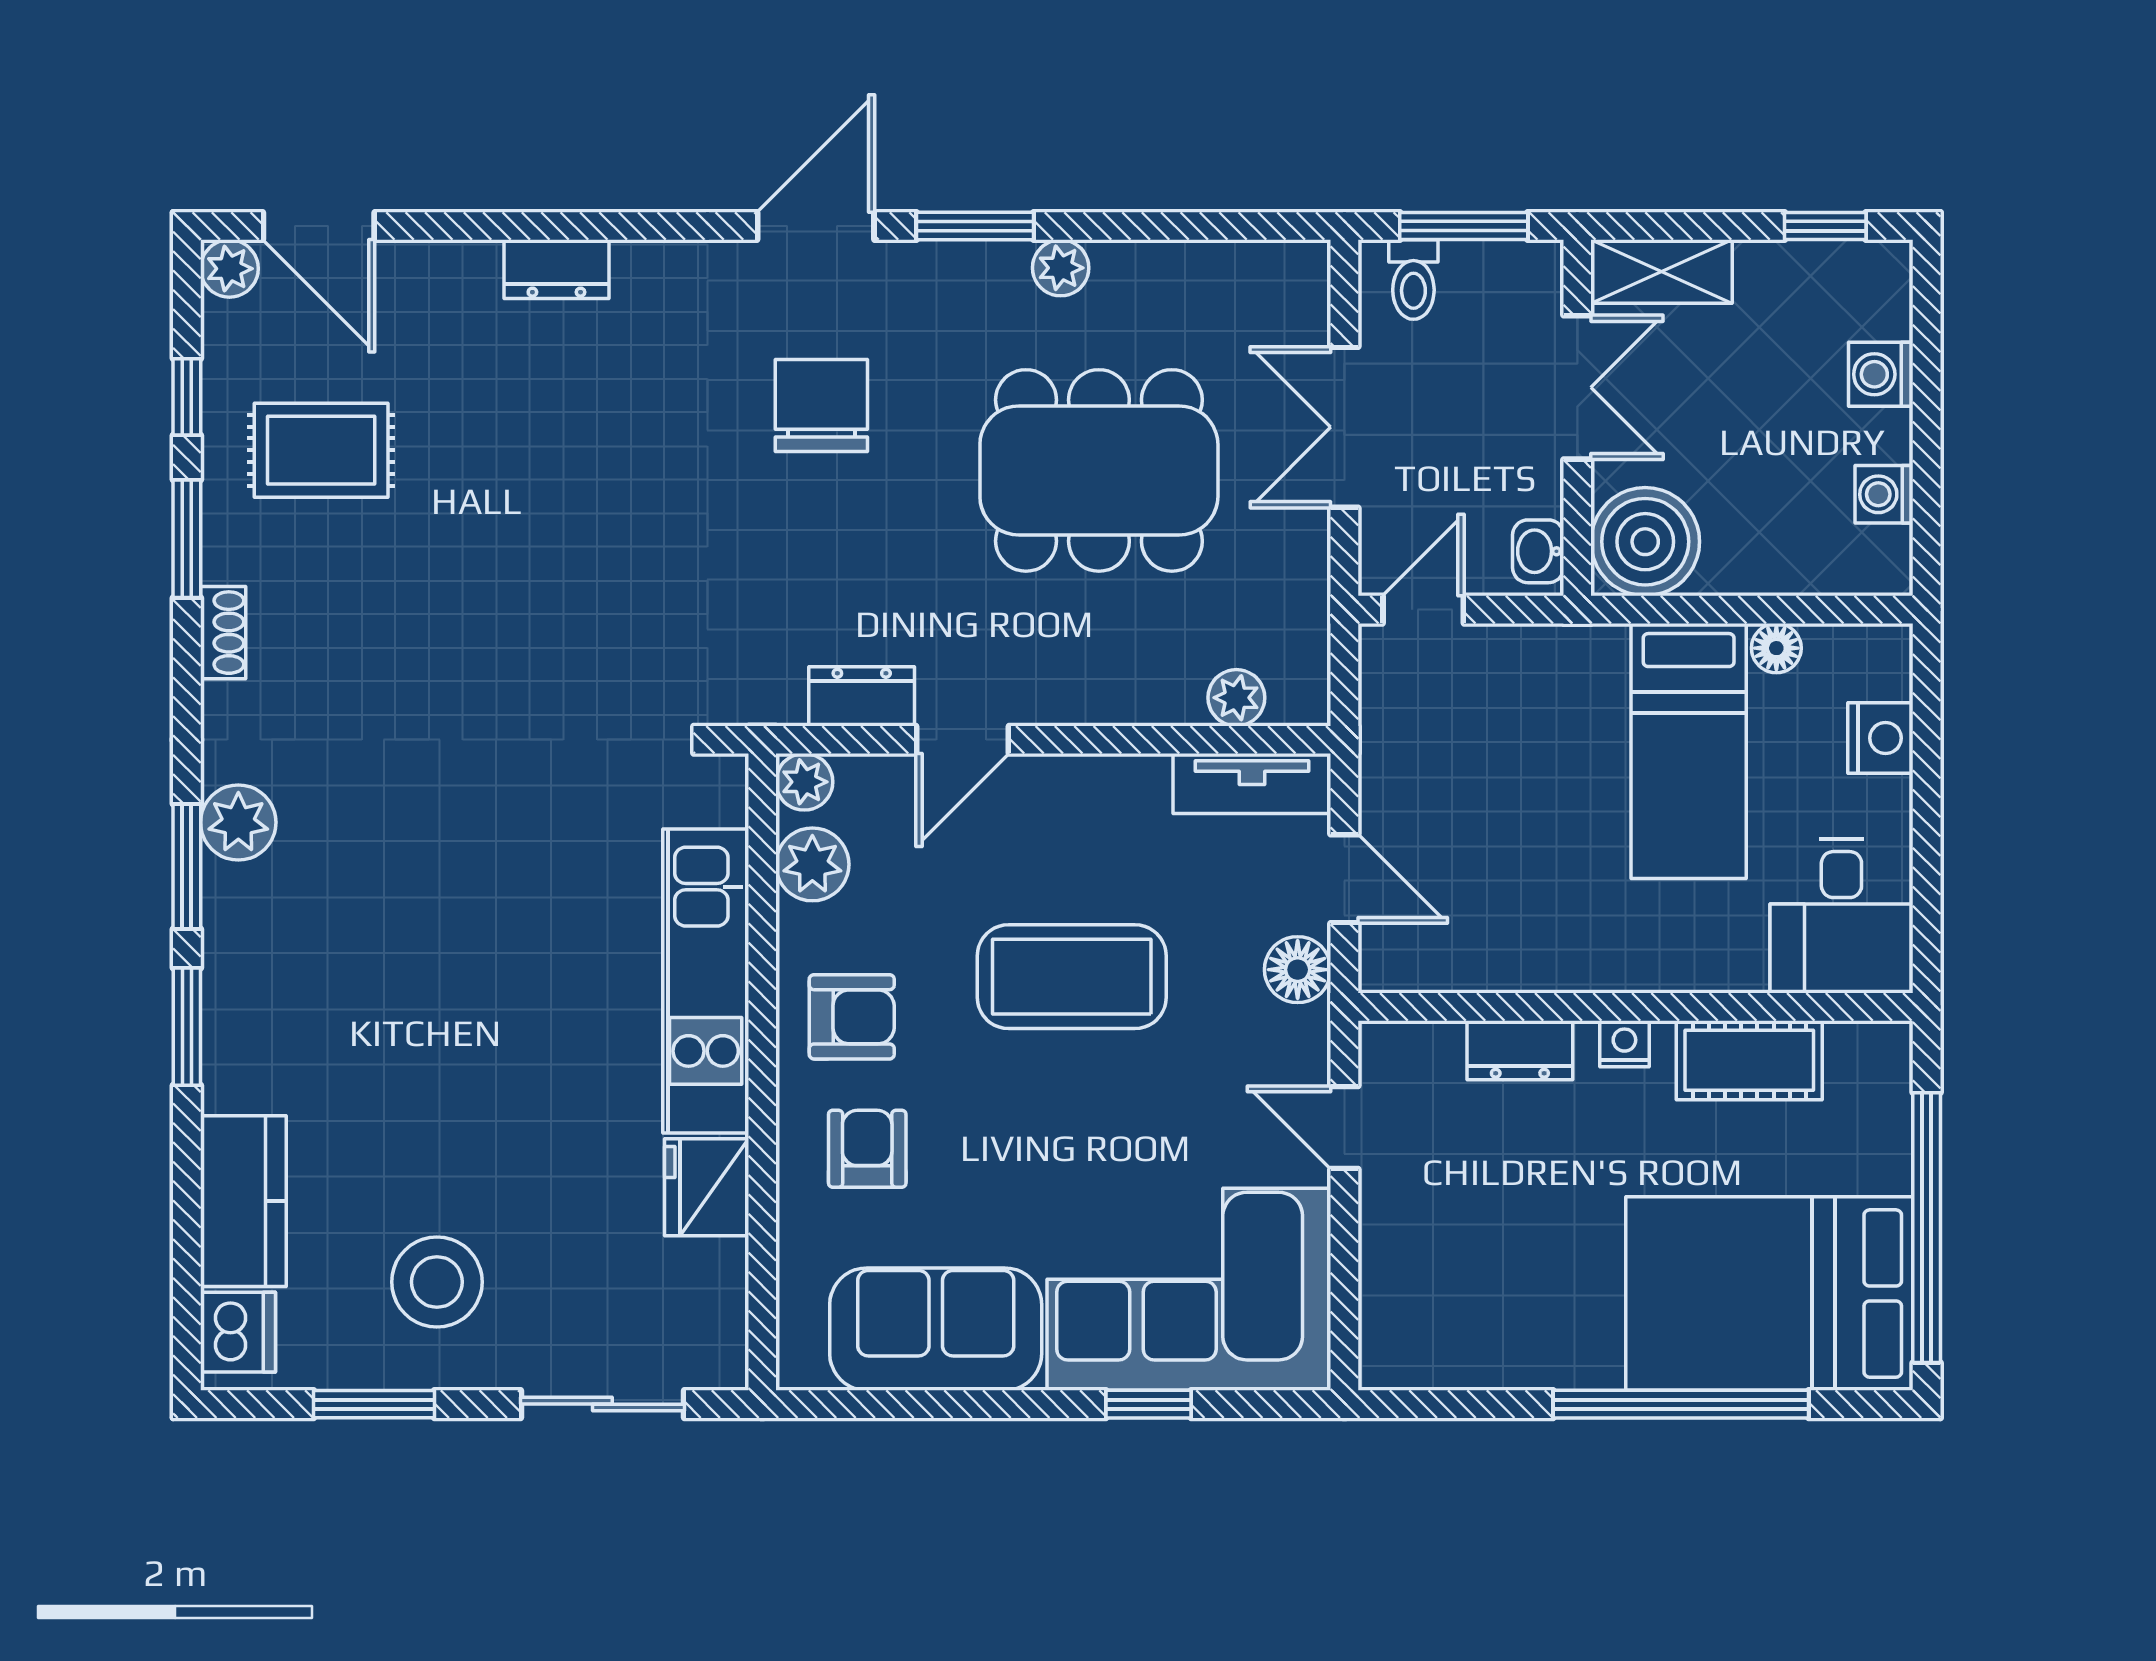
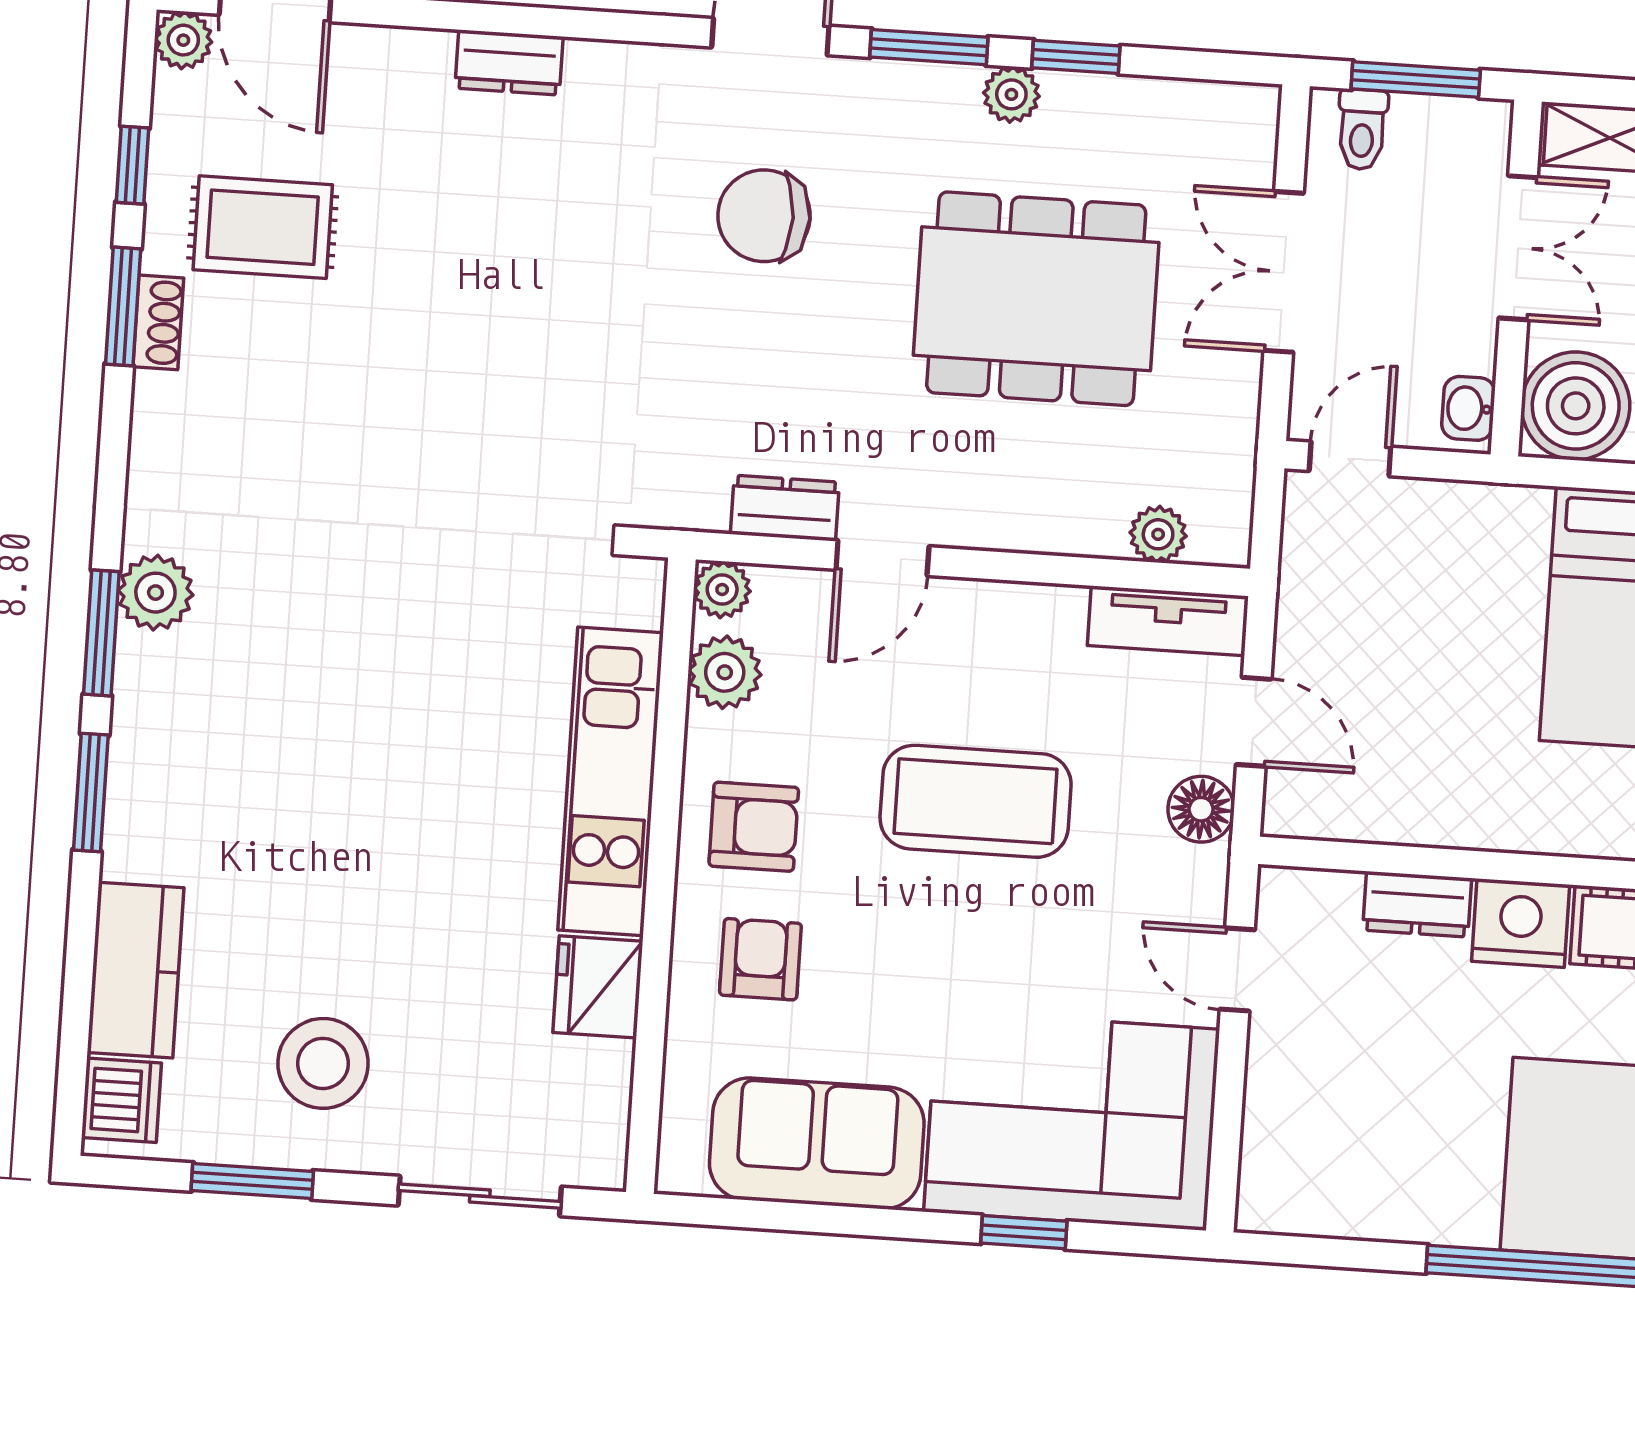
window: (1123, 226) -> (1076, 57), added
chair: (821, 406) -> (764, 216), turned -90
shoe rack: (223, 633) -> (158, 322), moved
nightstand: (1624, 1044) -> (1521, 923), width x1.89, depth x1.79

